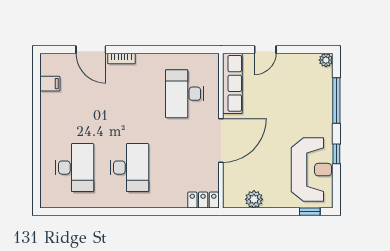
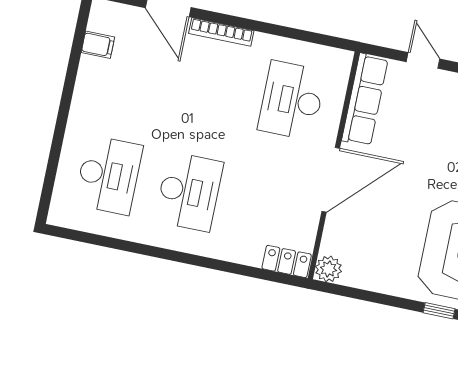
door: (265, 50) -> (423, 60), swing flipped
bookcase: (121, 59) -> (221, 32), width x1.56
plant: (254, 199) -> (329, 269), moved

